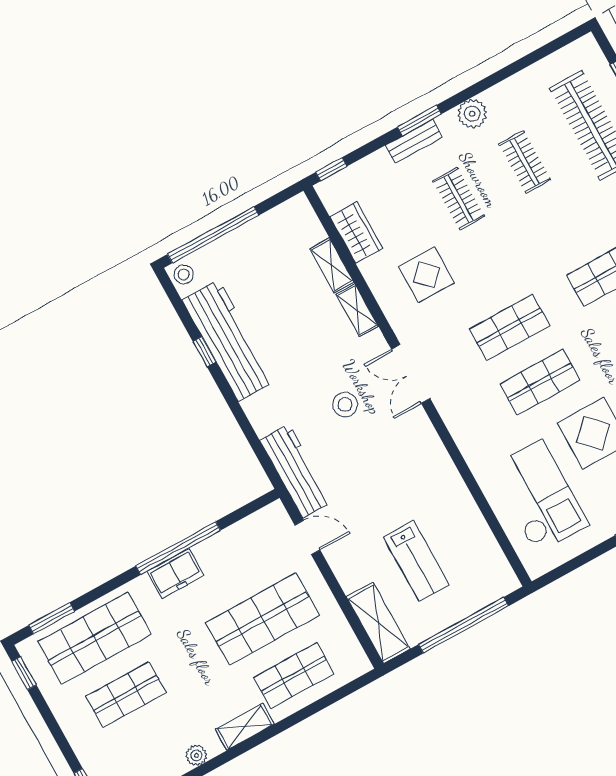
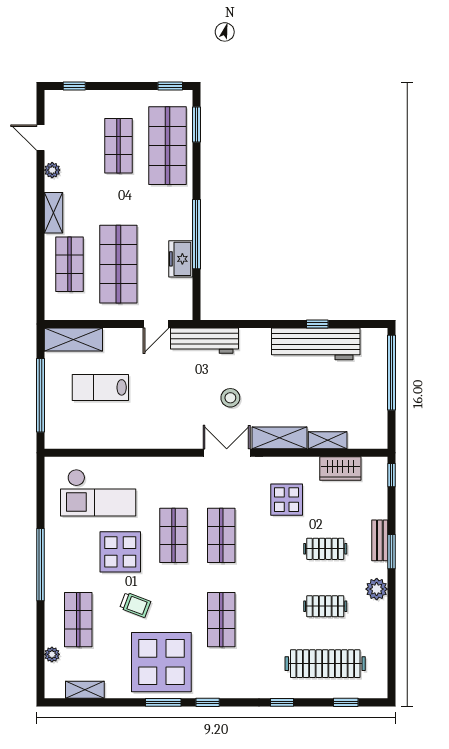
stool: (184, 274) -> (376, 339), removed
shelving: (357, 310) -> (279, 438), width x1.50, depth x1.33
freezer: (175, 573) -> (181, 259), moved

